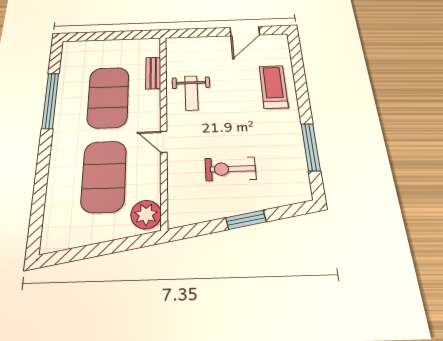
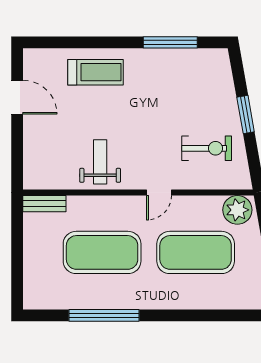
bench: (153, 73) -> (44, 204), moved
treadmill: (273, 87) -> (95, 72), turned 180
weight bench: (191, 93) -> (100, 162), turned -90
exercise bike: (230, 169) -> (207, 148), moved, turned -90

